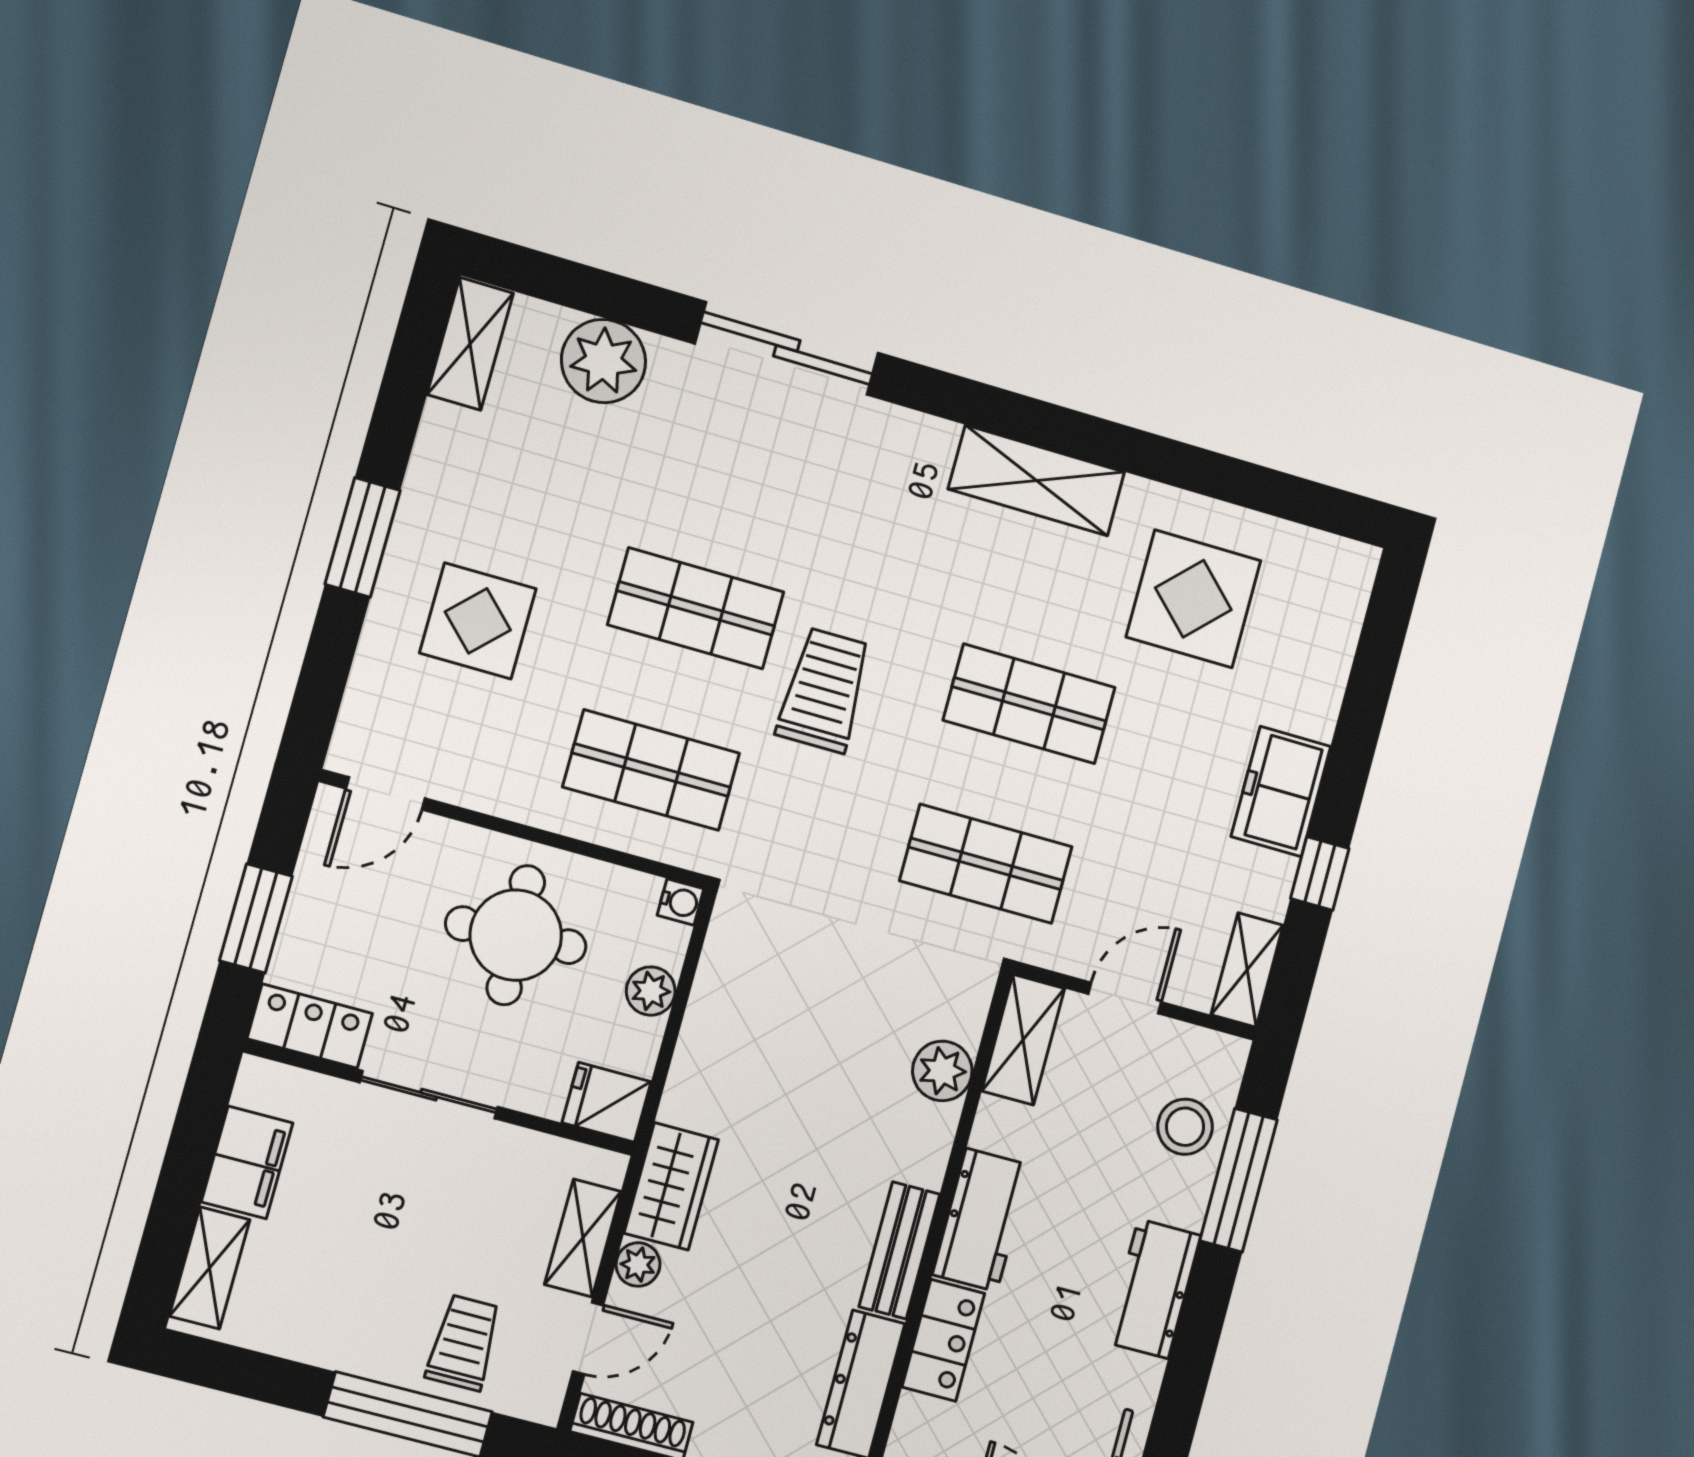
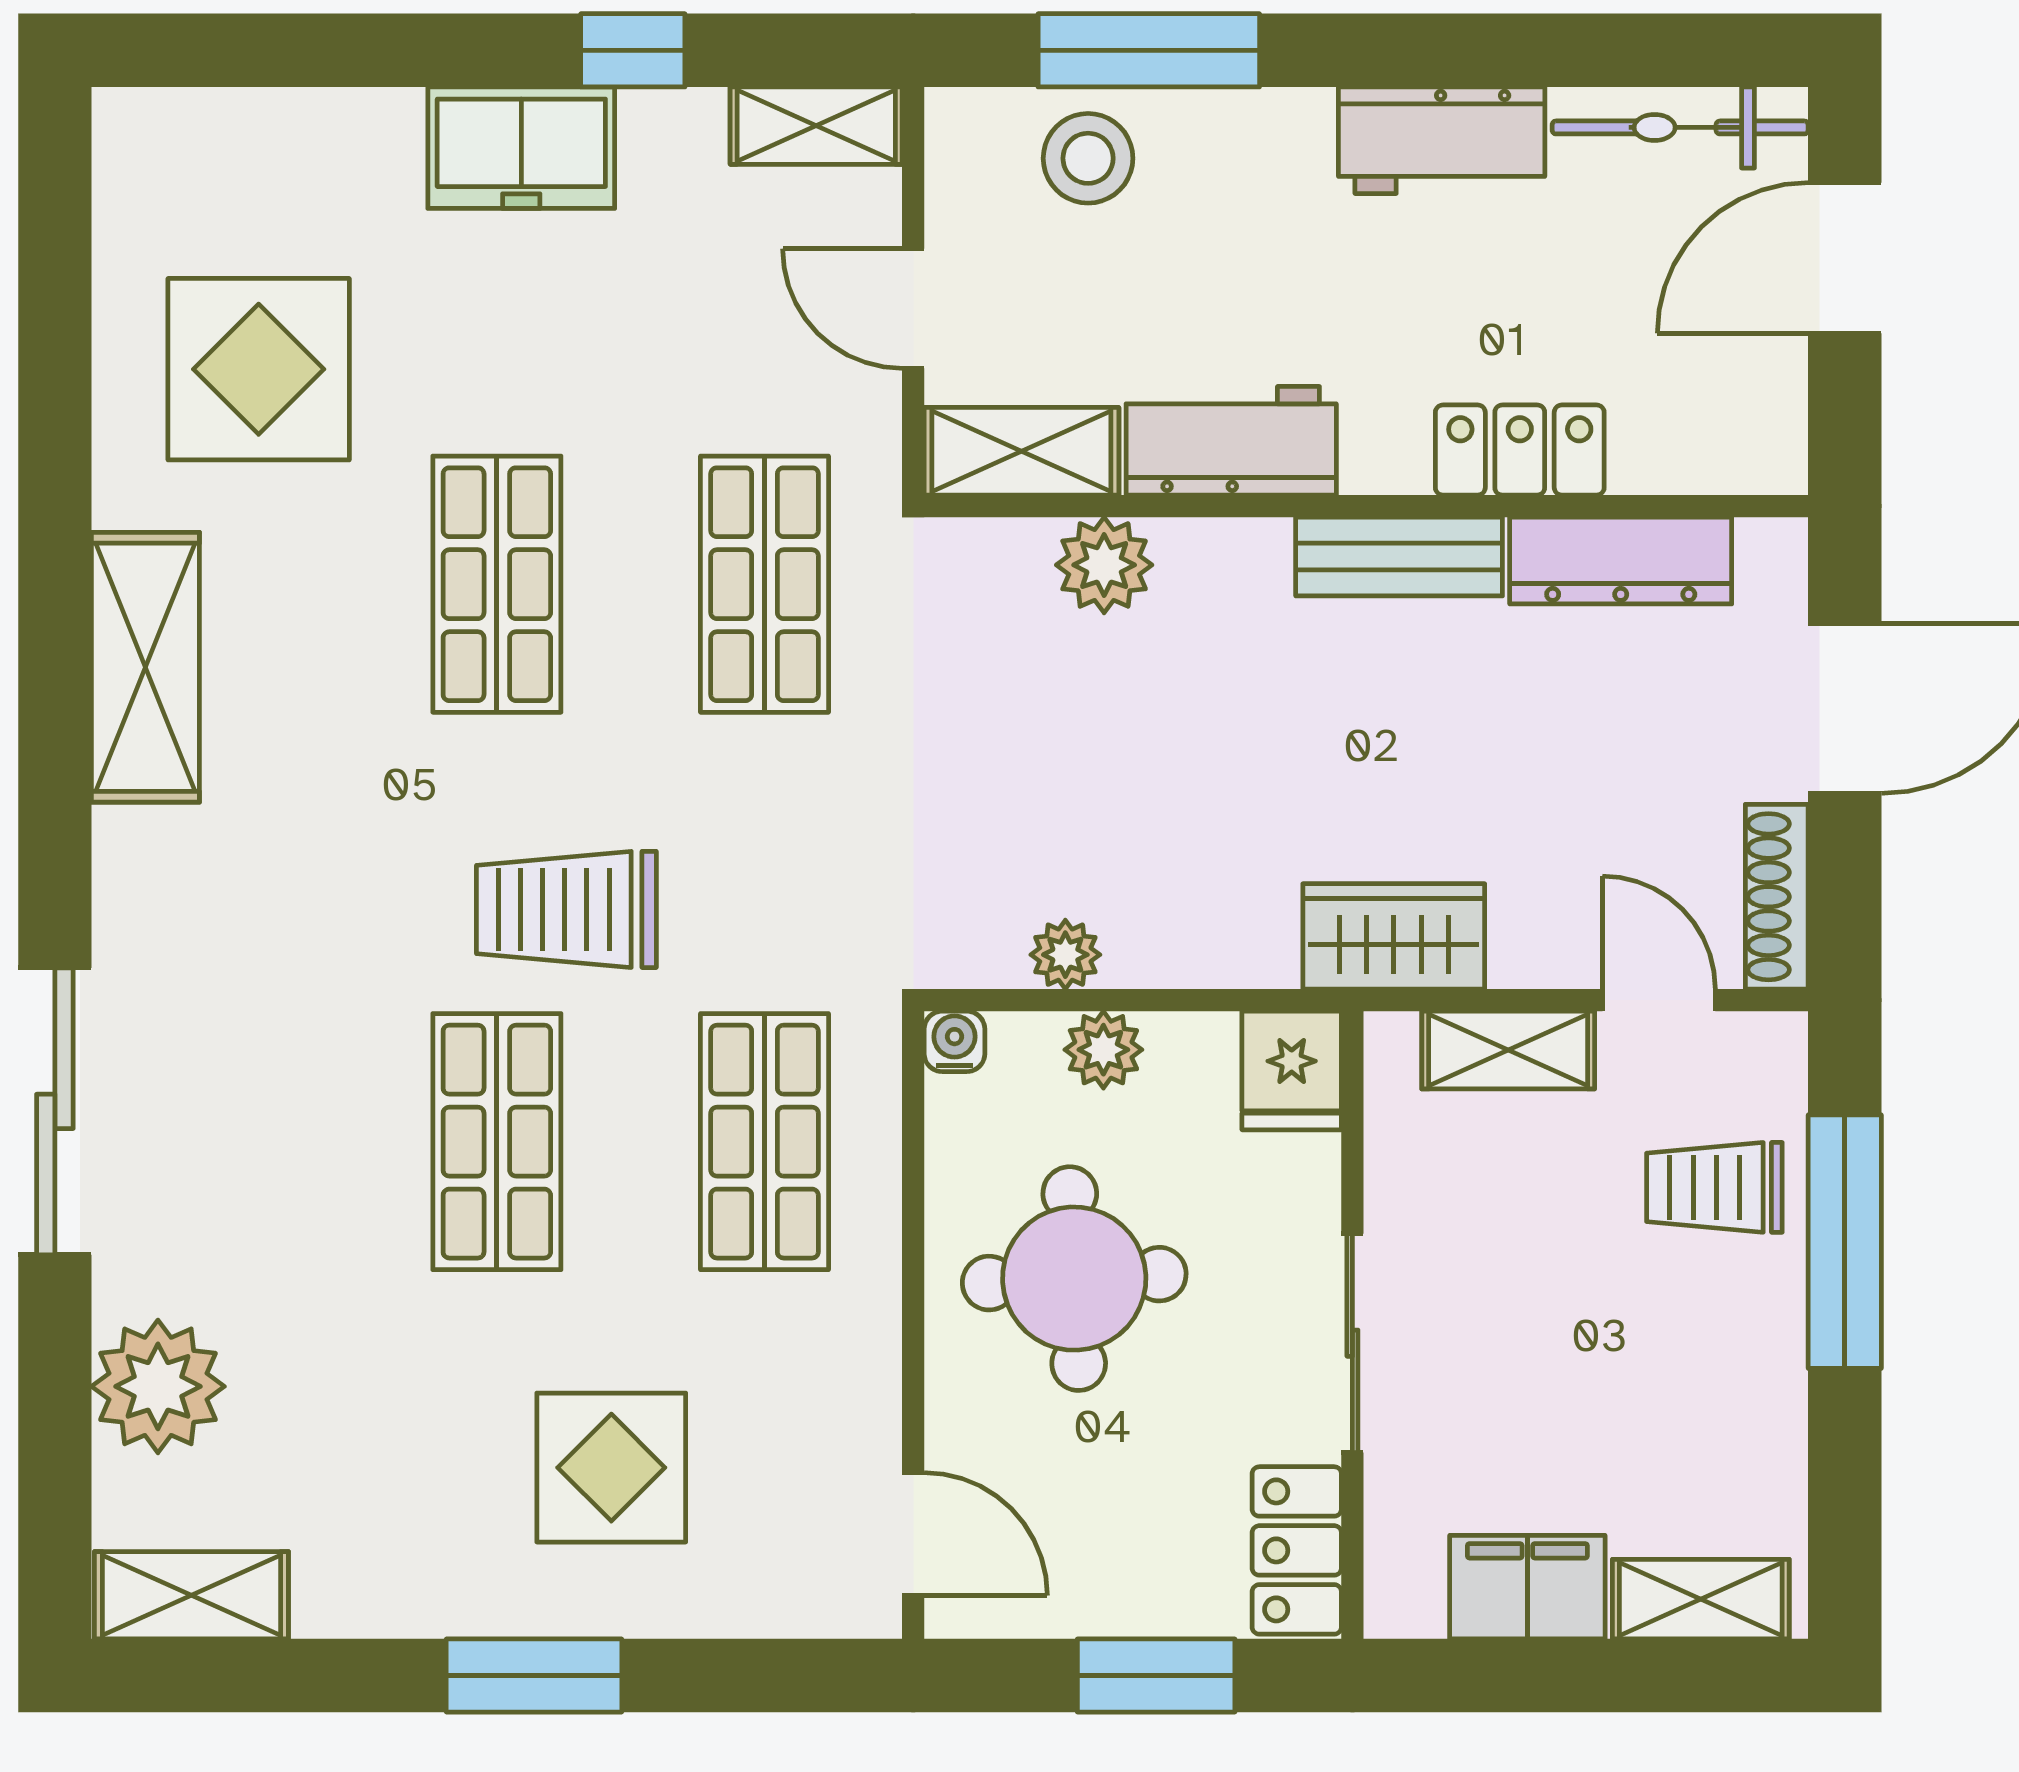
workbench: (982, 1220) -> (1231, 441), moved
plant: (638, 1264) -> (1065, 955), moved
workbench: (1153, 1289) -> (1442, 140), moved

